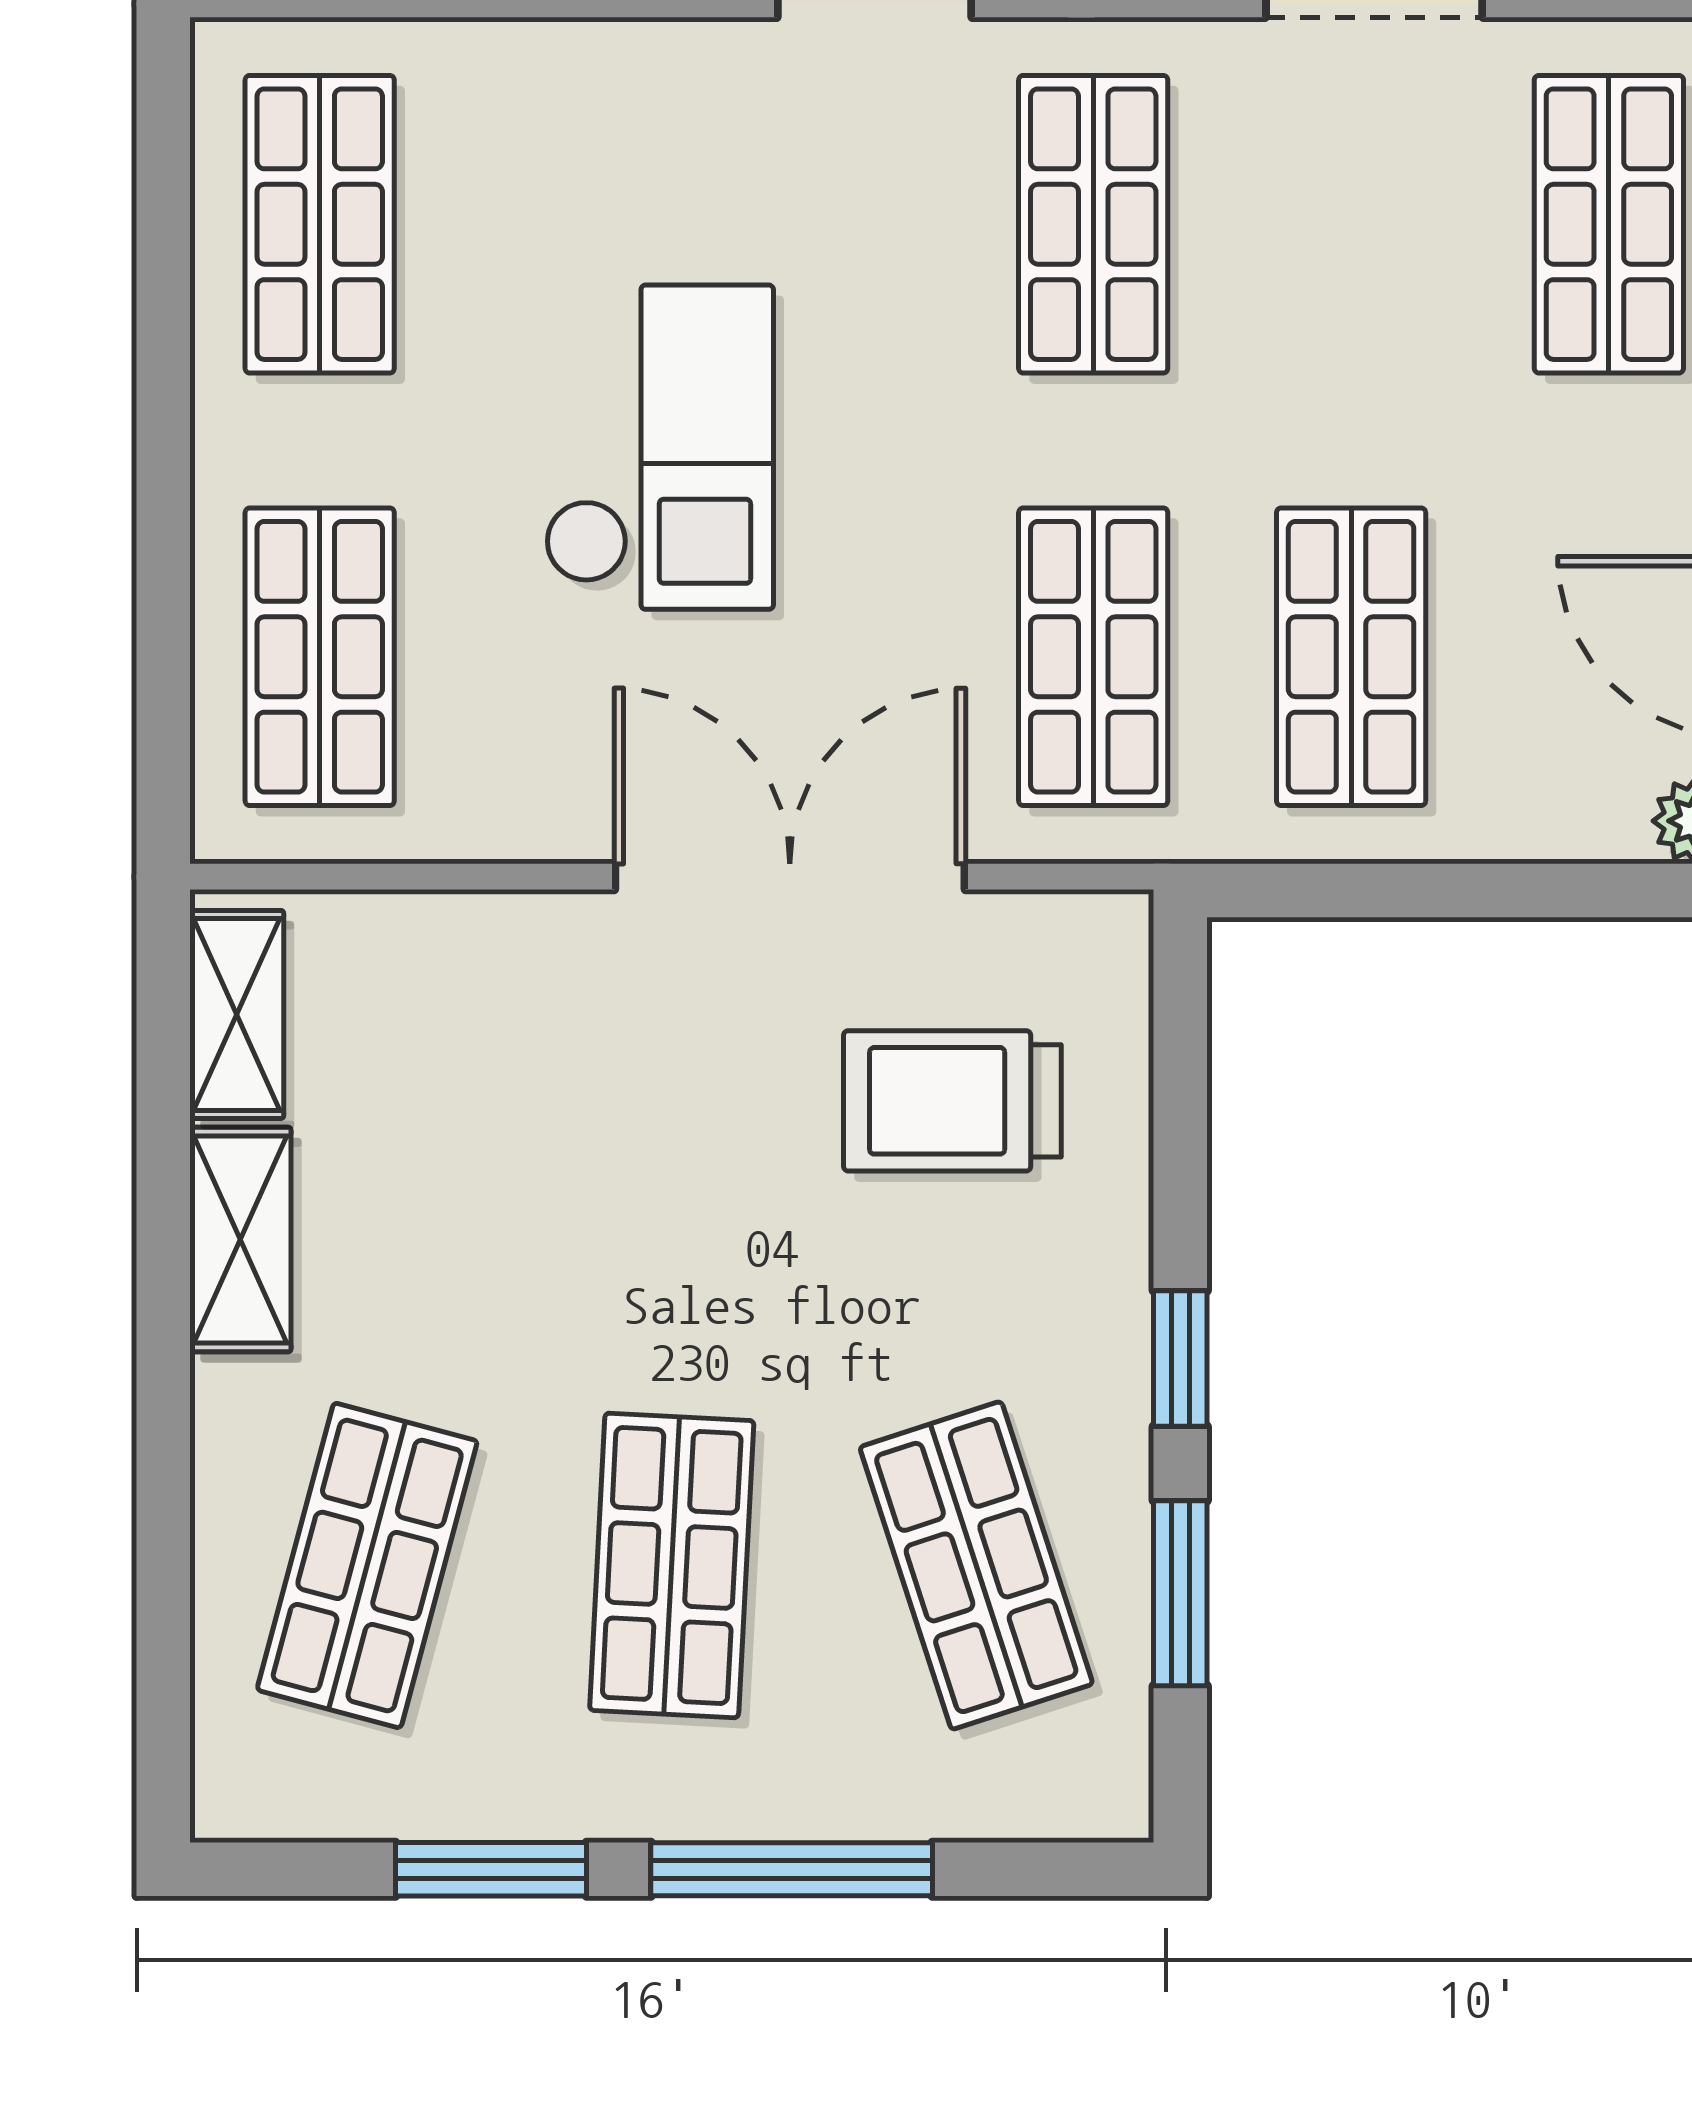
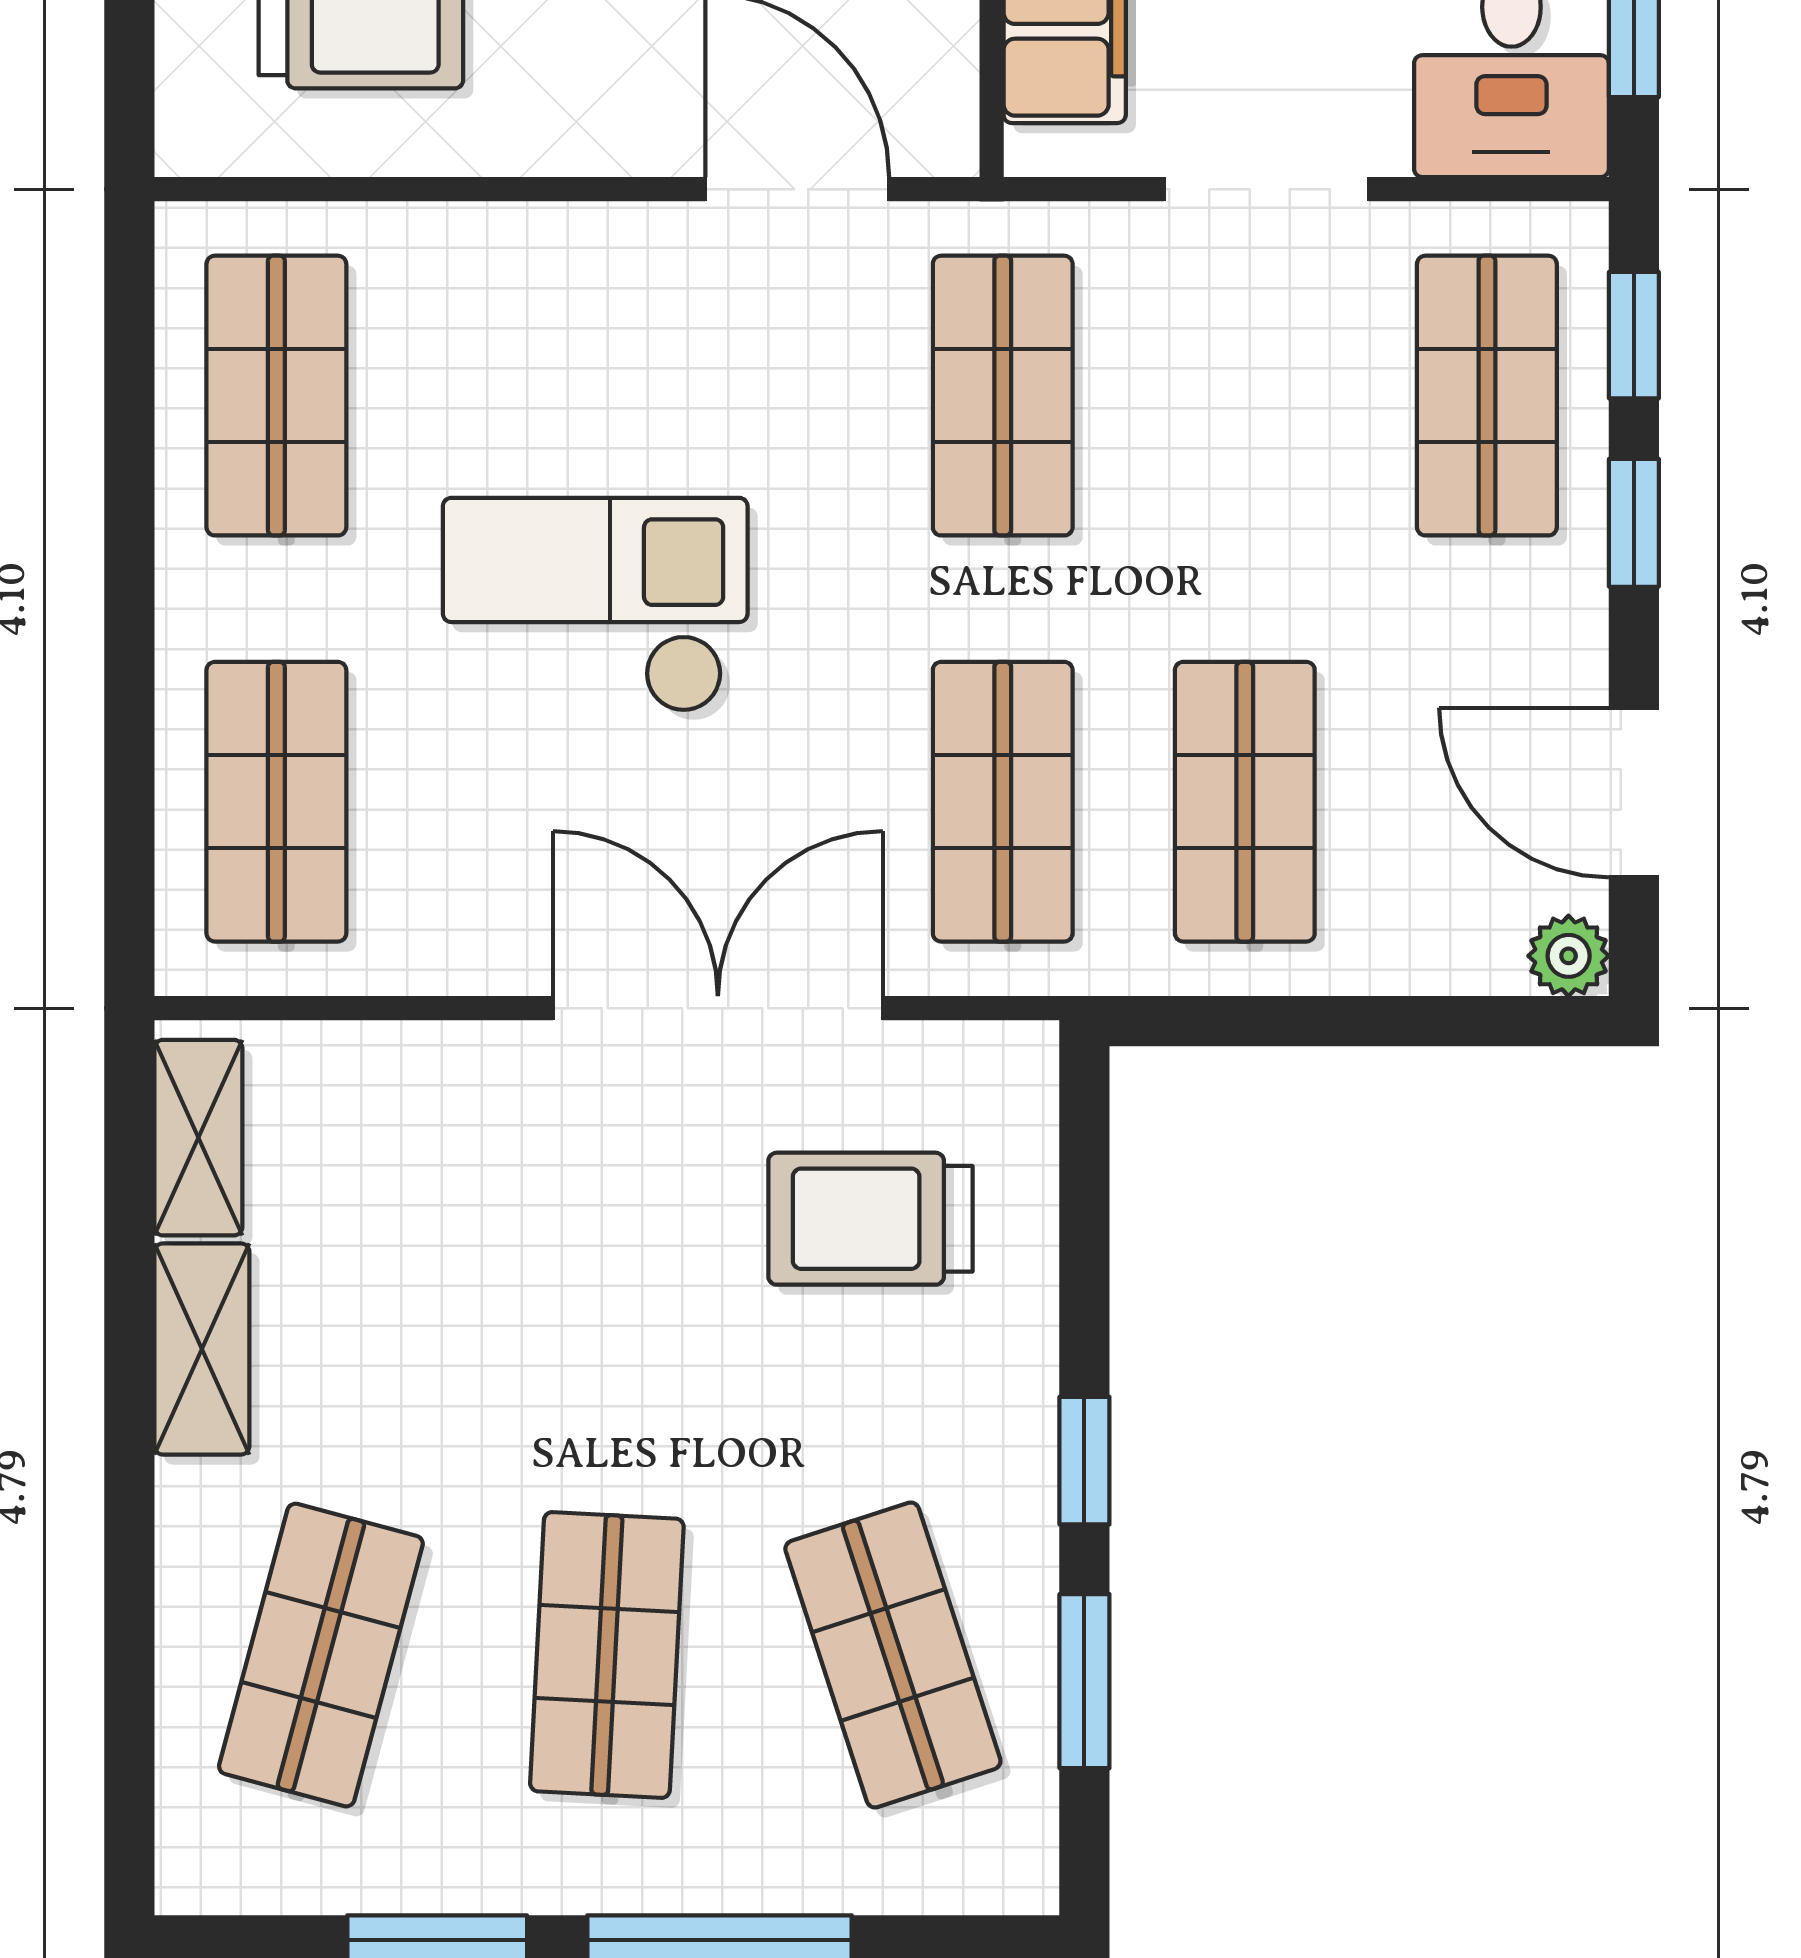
checkout: (659, 447) -> (595, 605), turned -90

